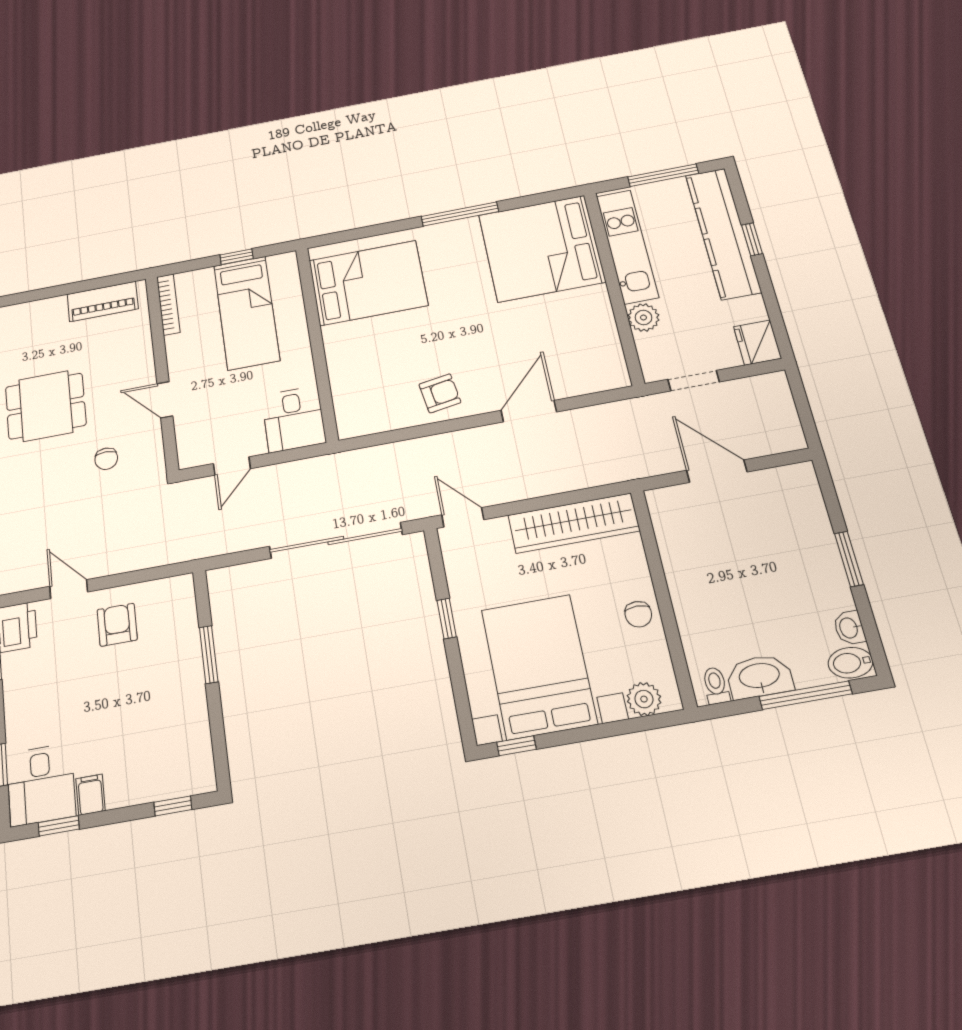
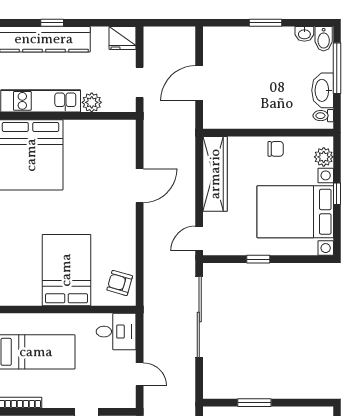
bed: (368, 283) -> (66, 270), moved
armchair: (440, 393) -> (120, 283), moved, turned -65
door: (529, 411) -> (140, 186), swing flipped
window: (516, 746) -> (337, 194), moved

